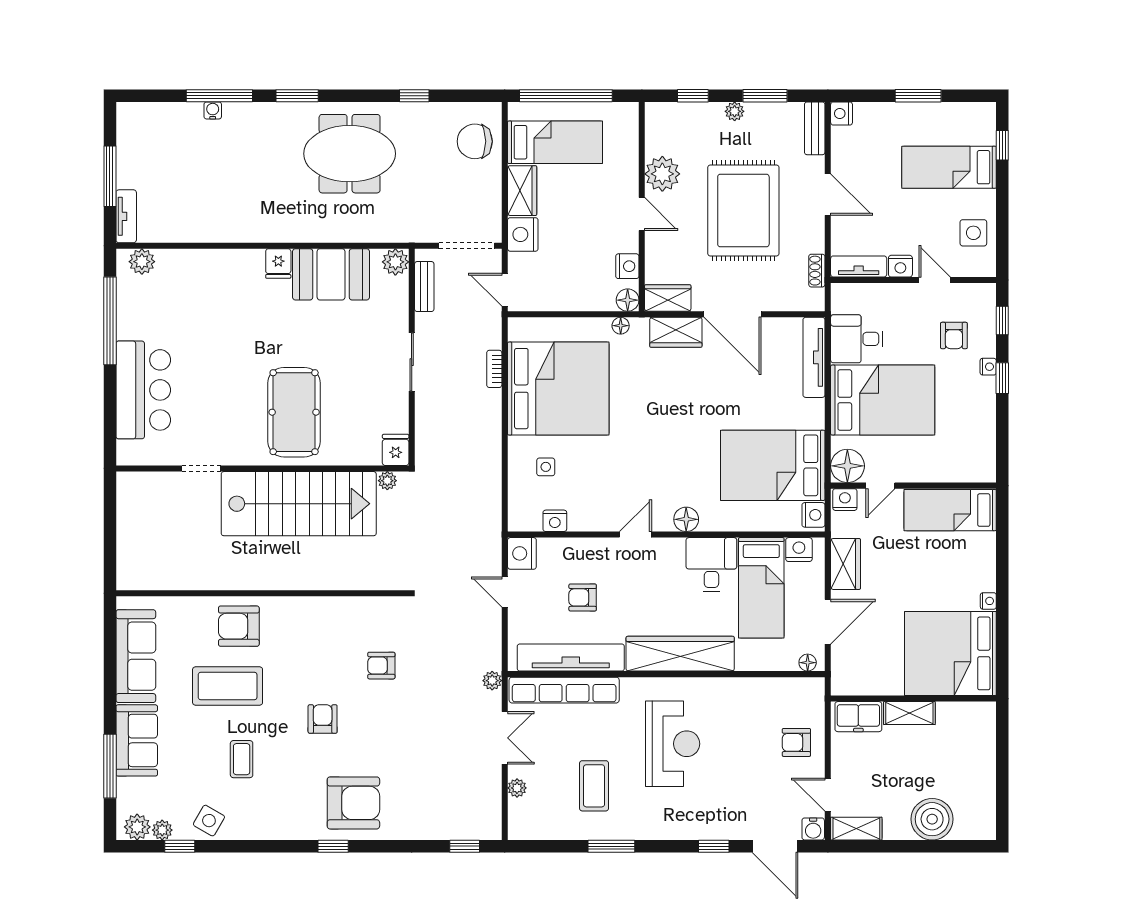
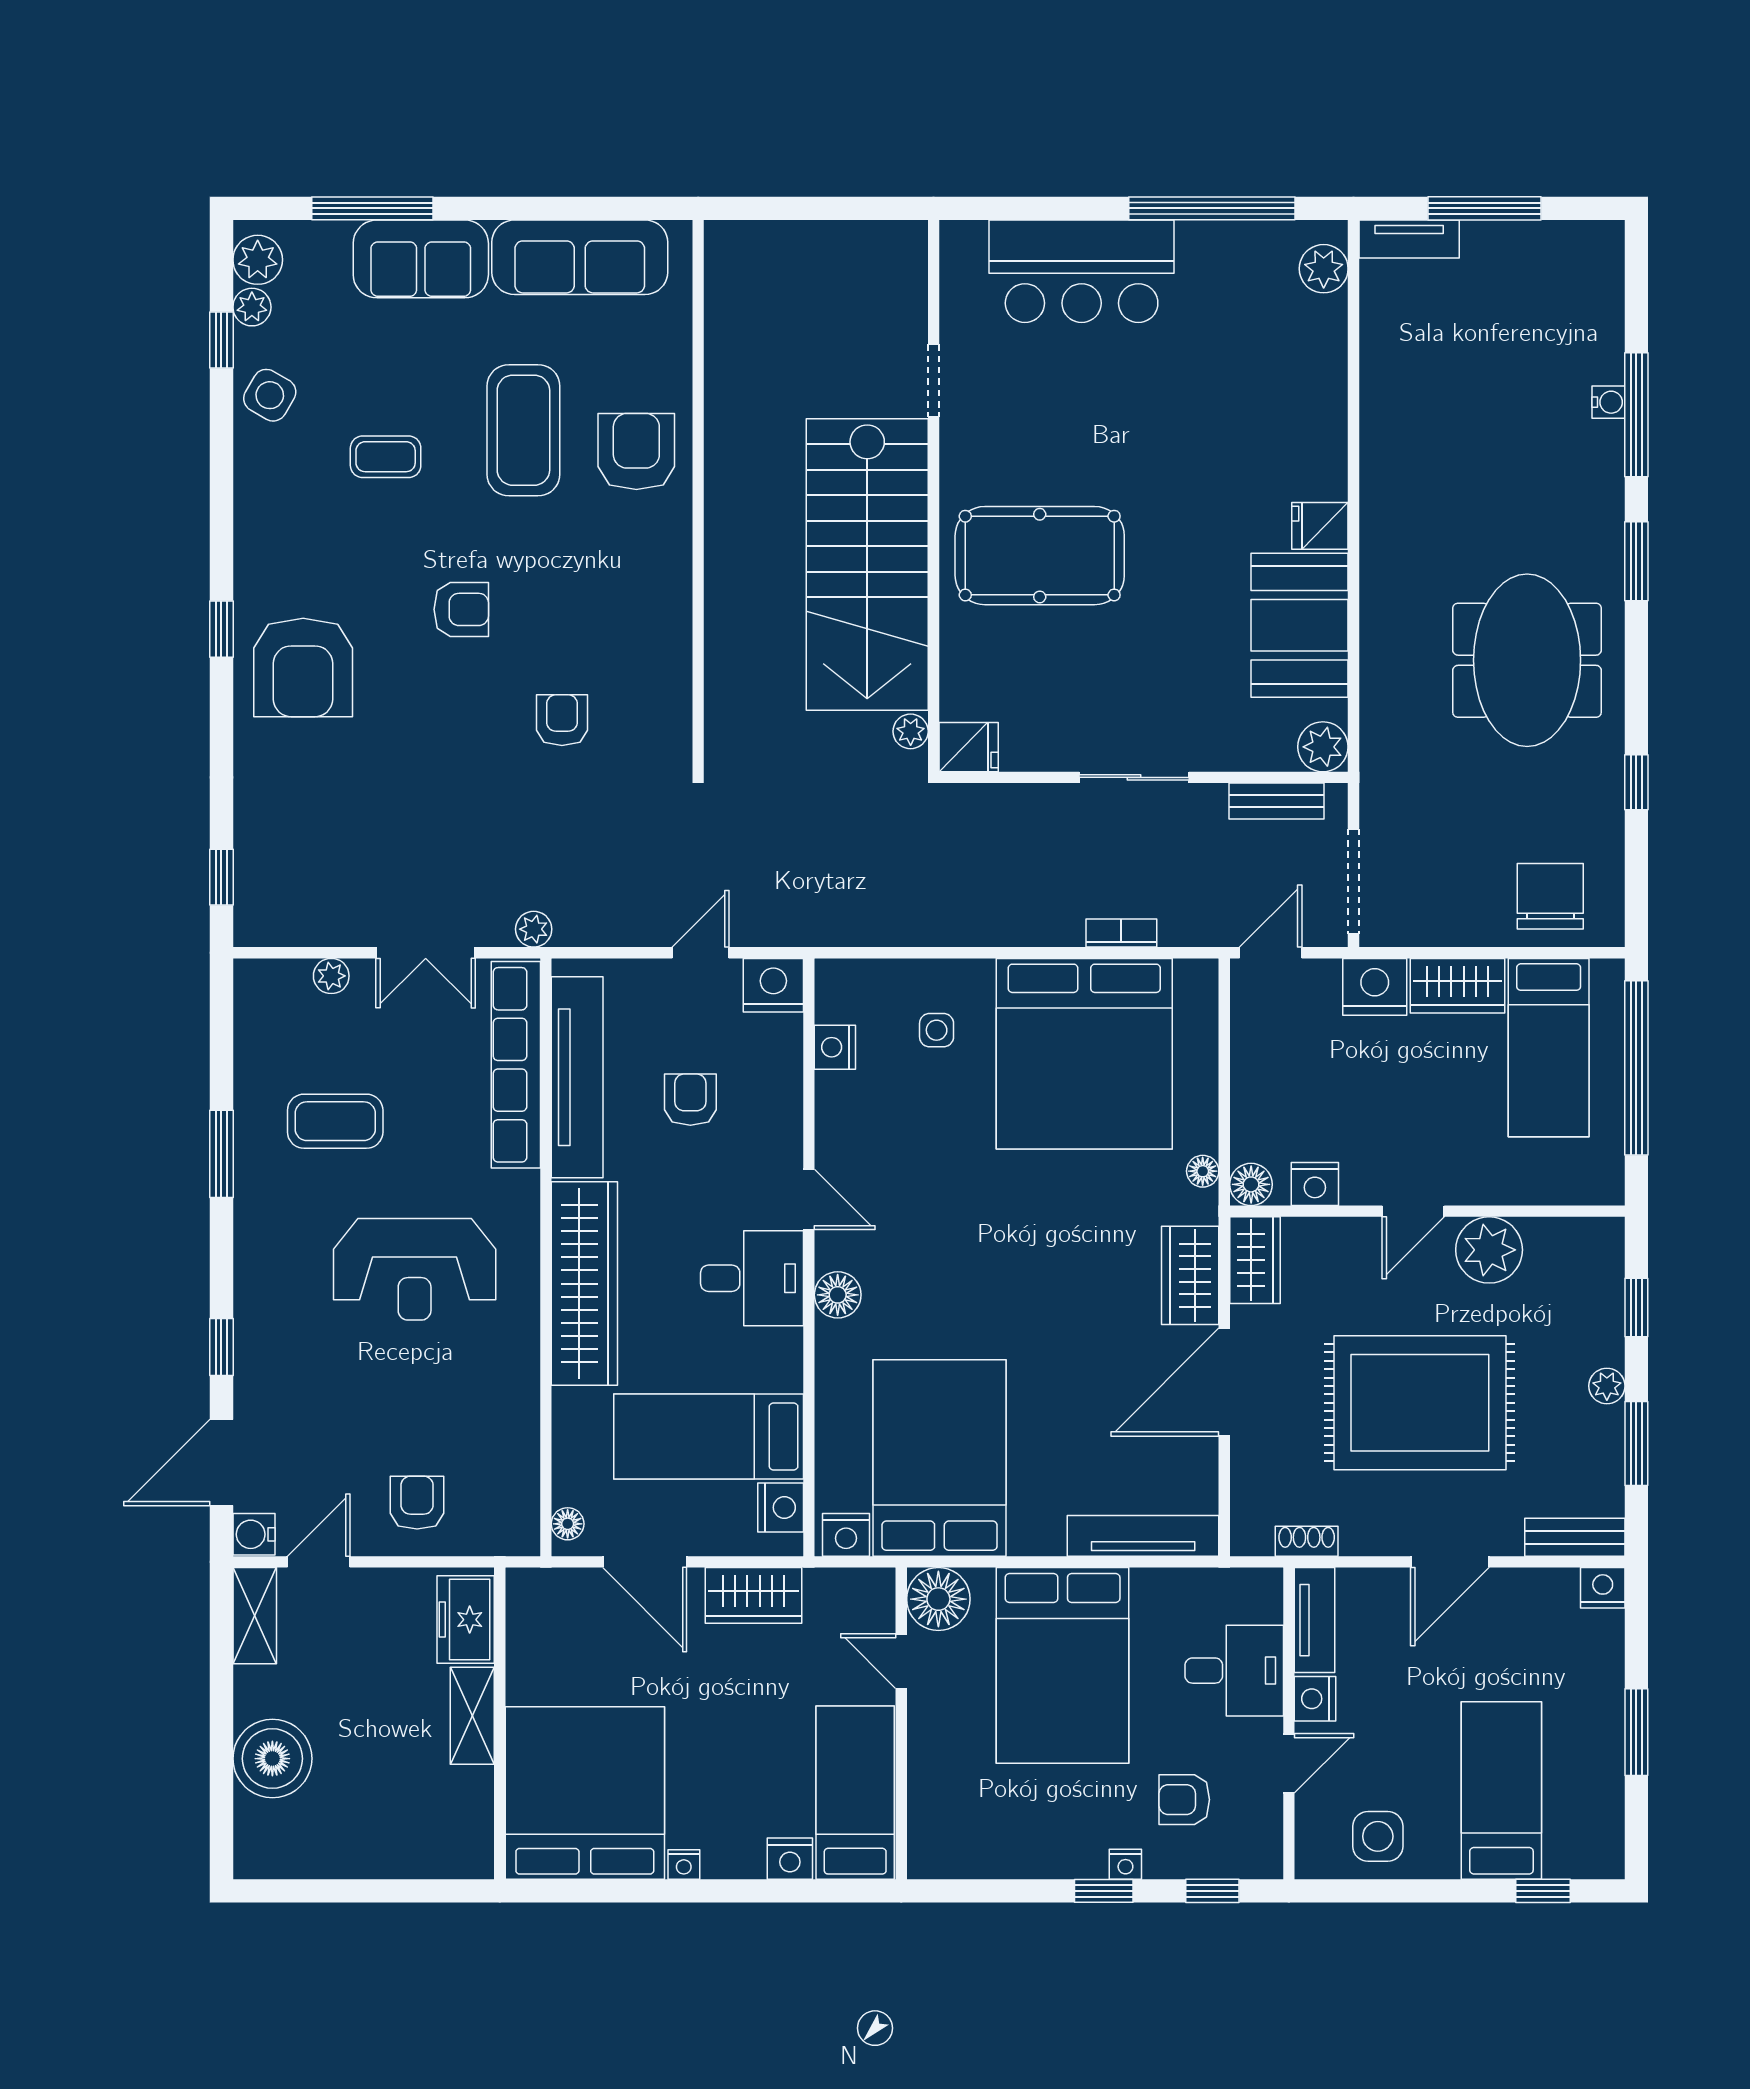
desk: (857, 339) -> (1234, 1671), moved, turned 90
nightstand: (845, 500) -> (790, 1859), moved, turned 90
desk: (711, 565) -> (752, 1278), moved

